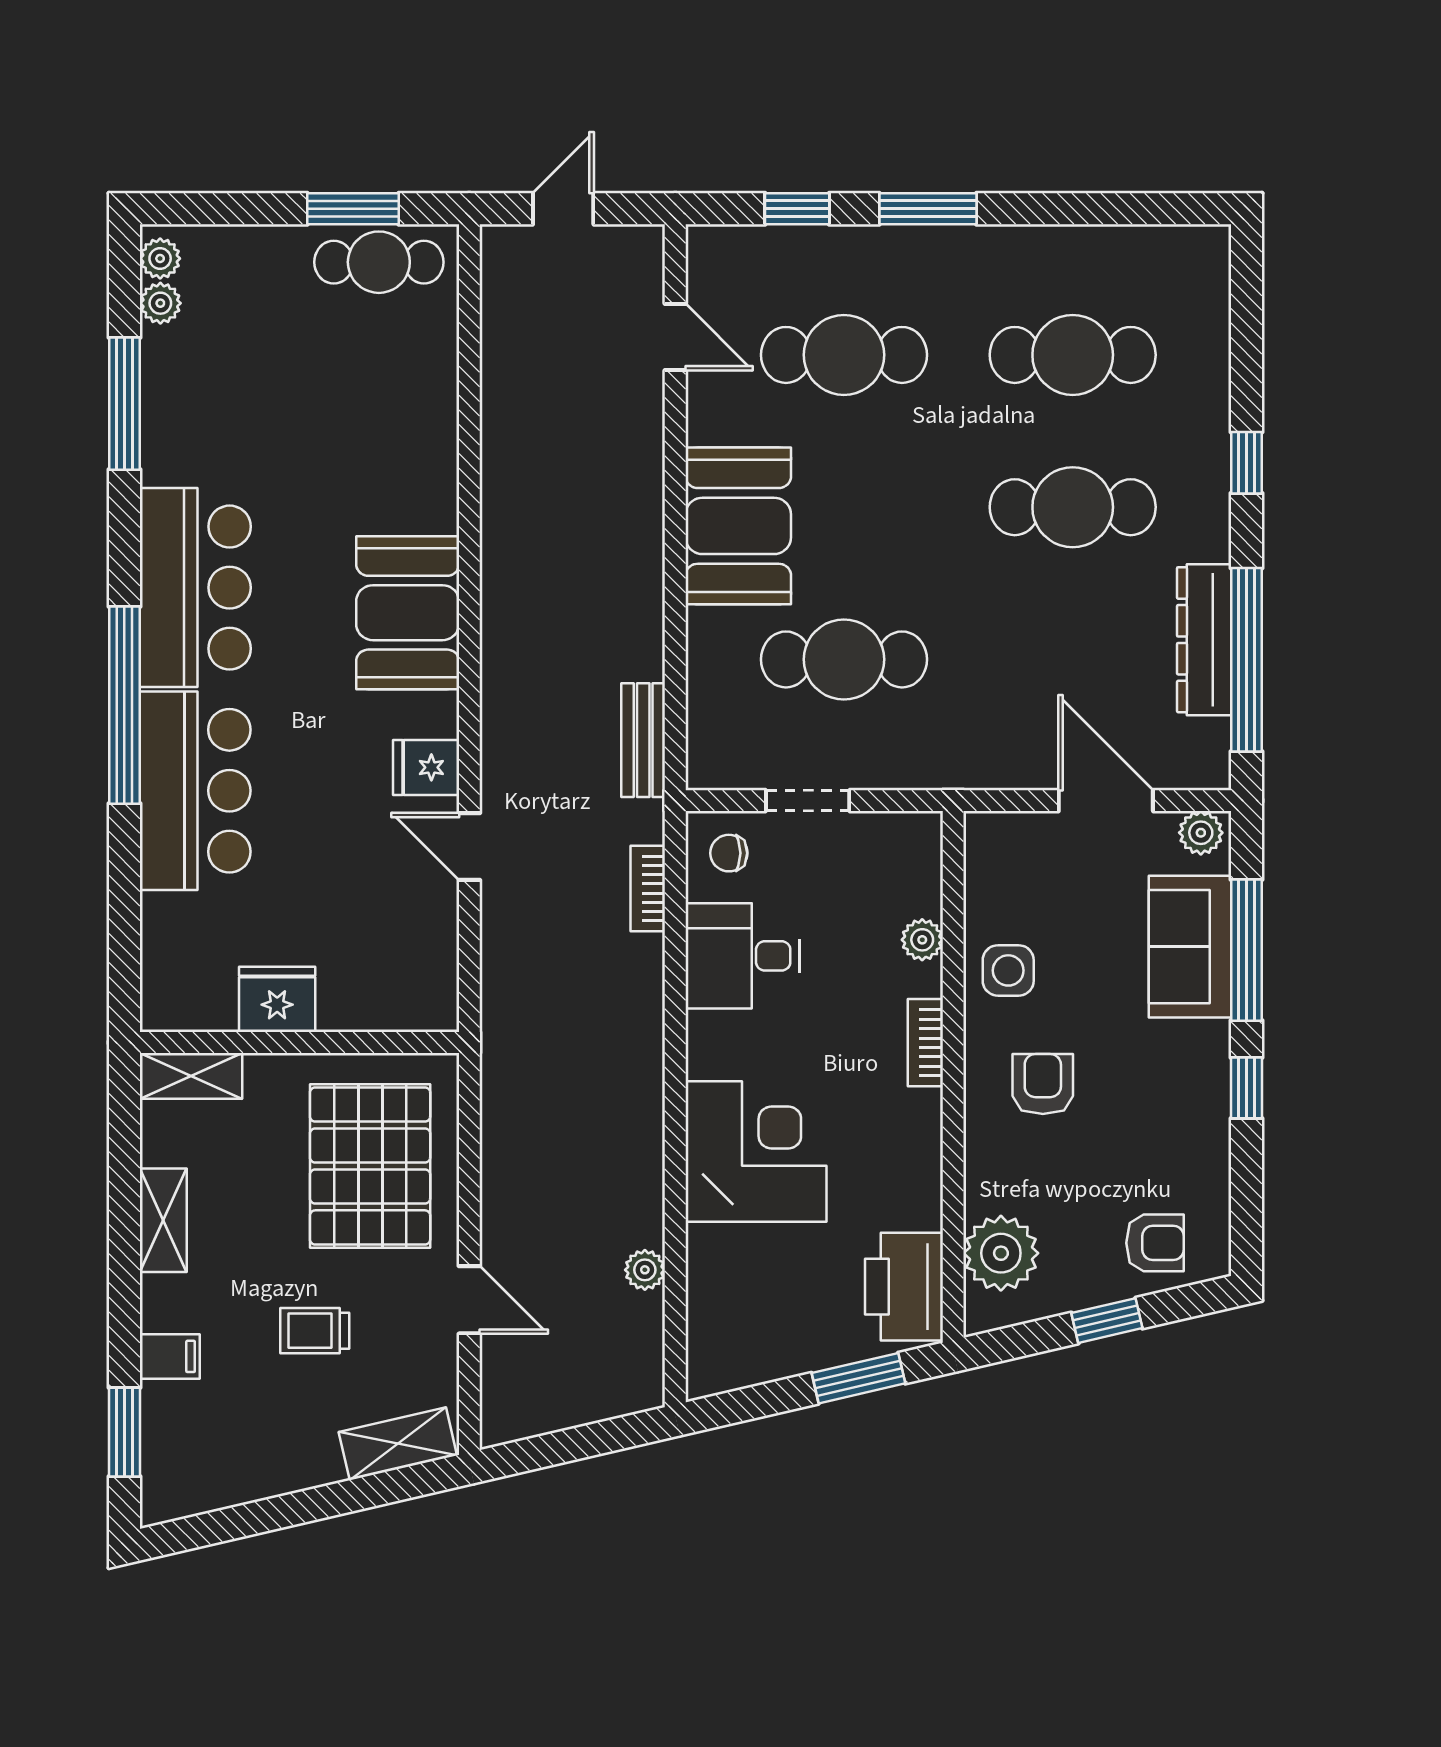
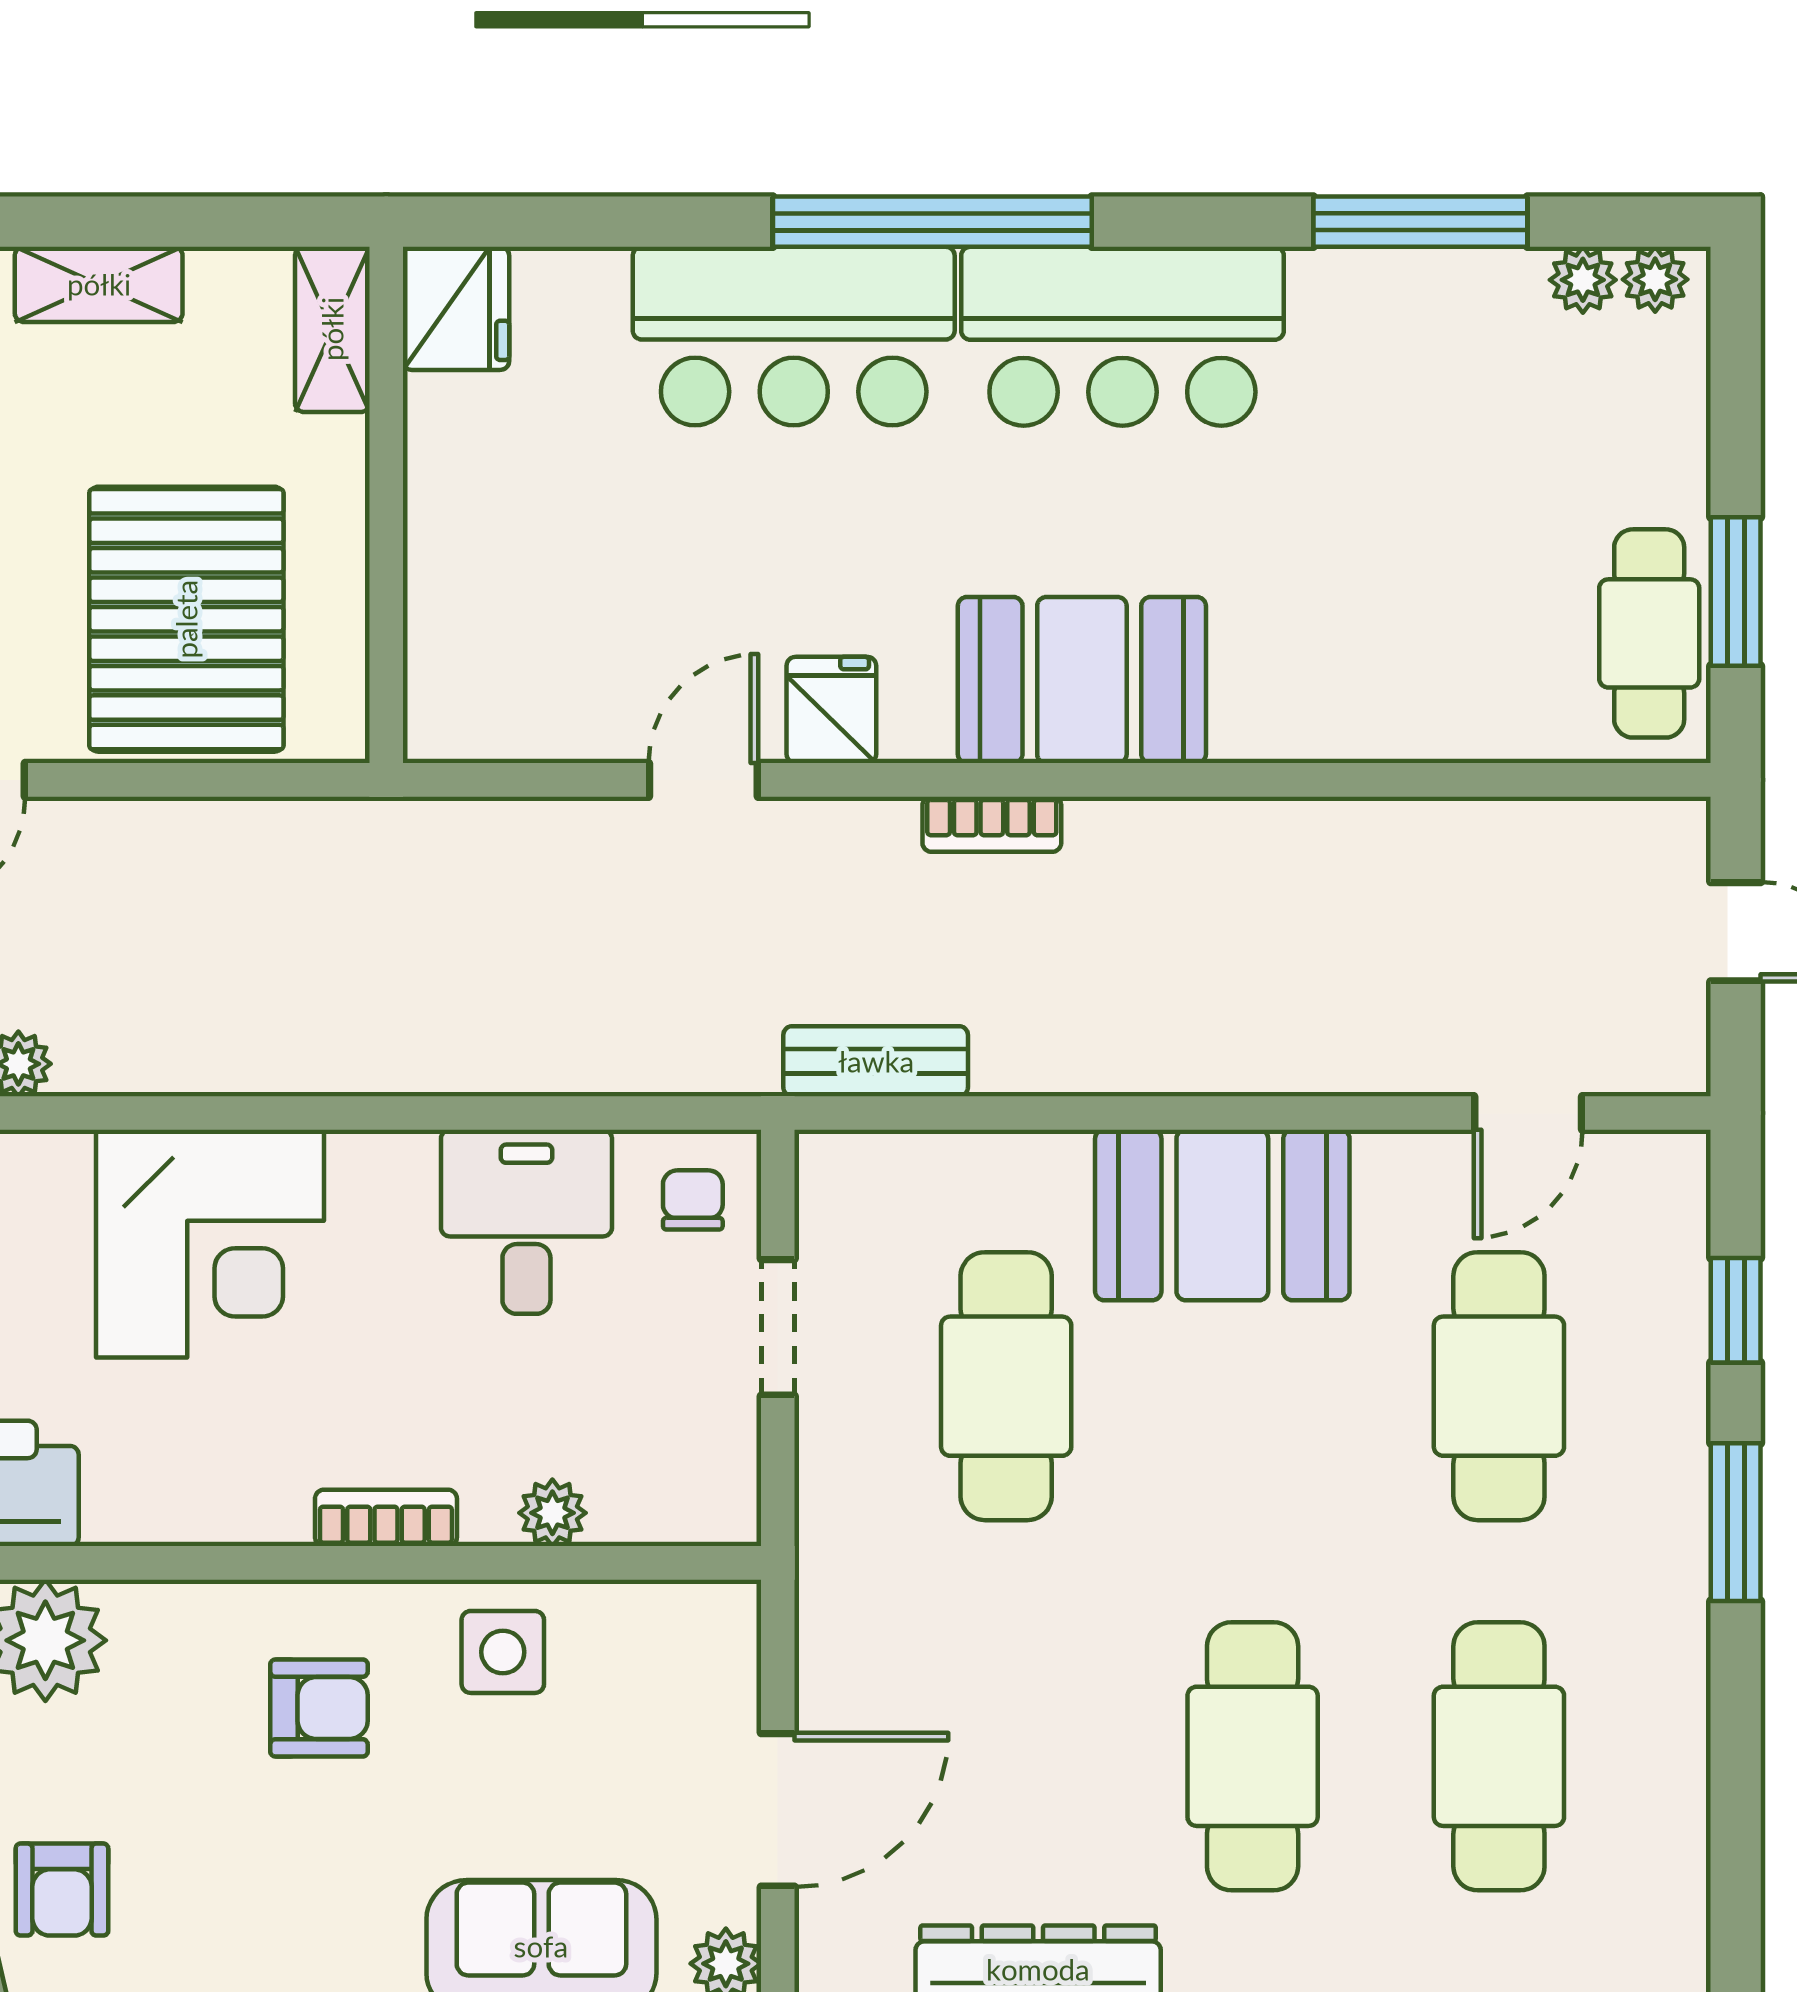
bookcase: (648, 888) -> (992, 824), moved, turned 180
fridge: (277, 999) -> (456, 308), moved
pallet: (370, 1166) -> (186, 619), turned 90

